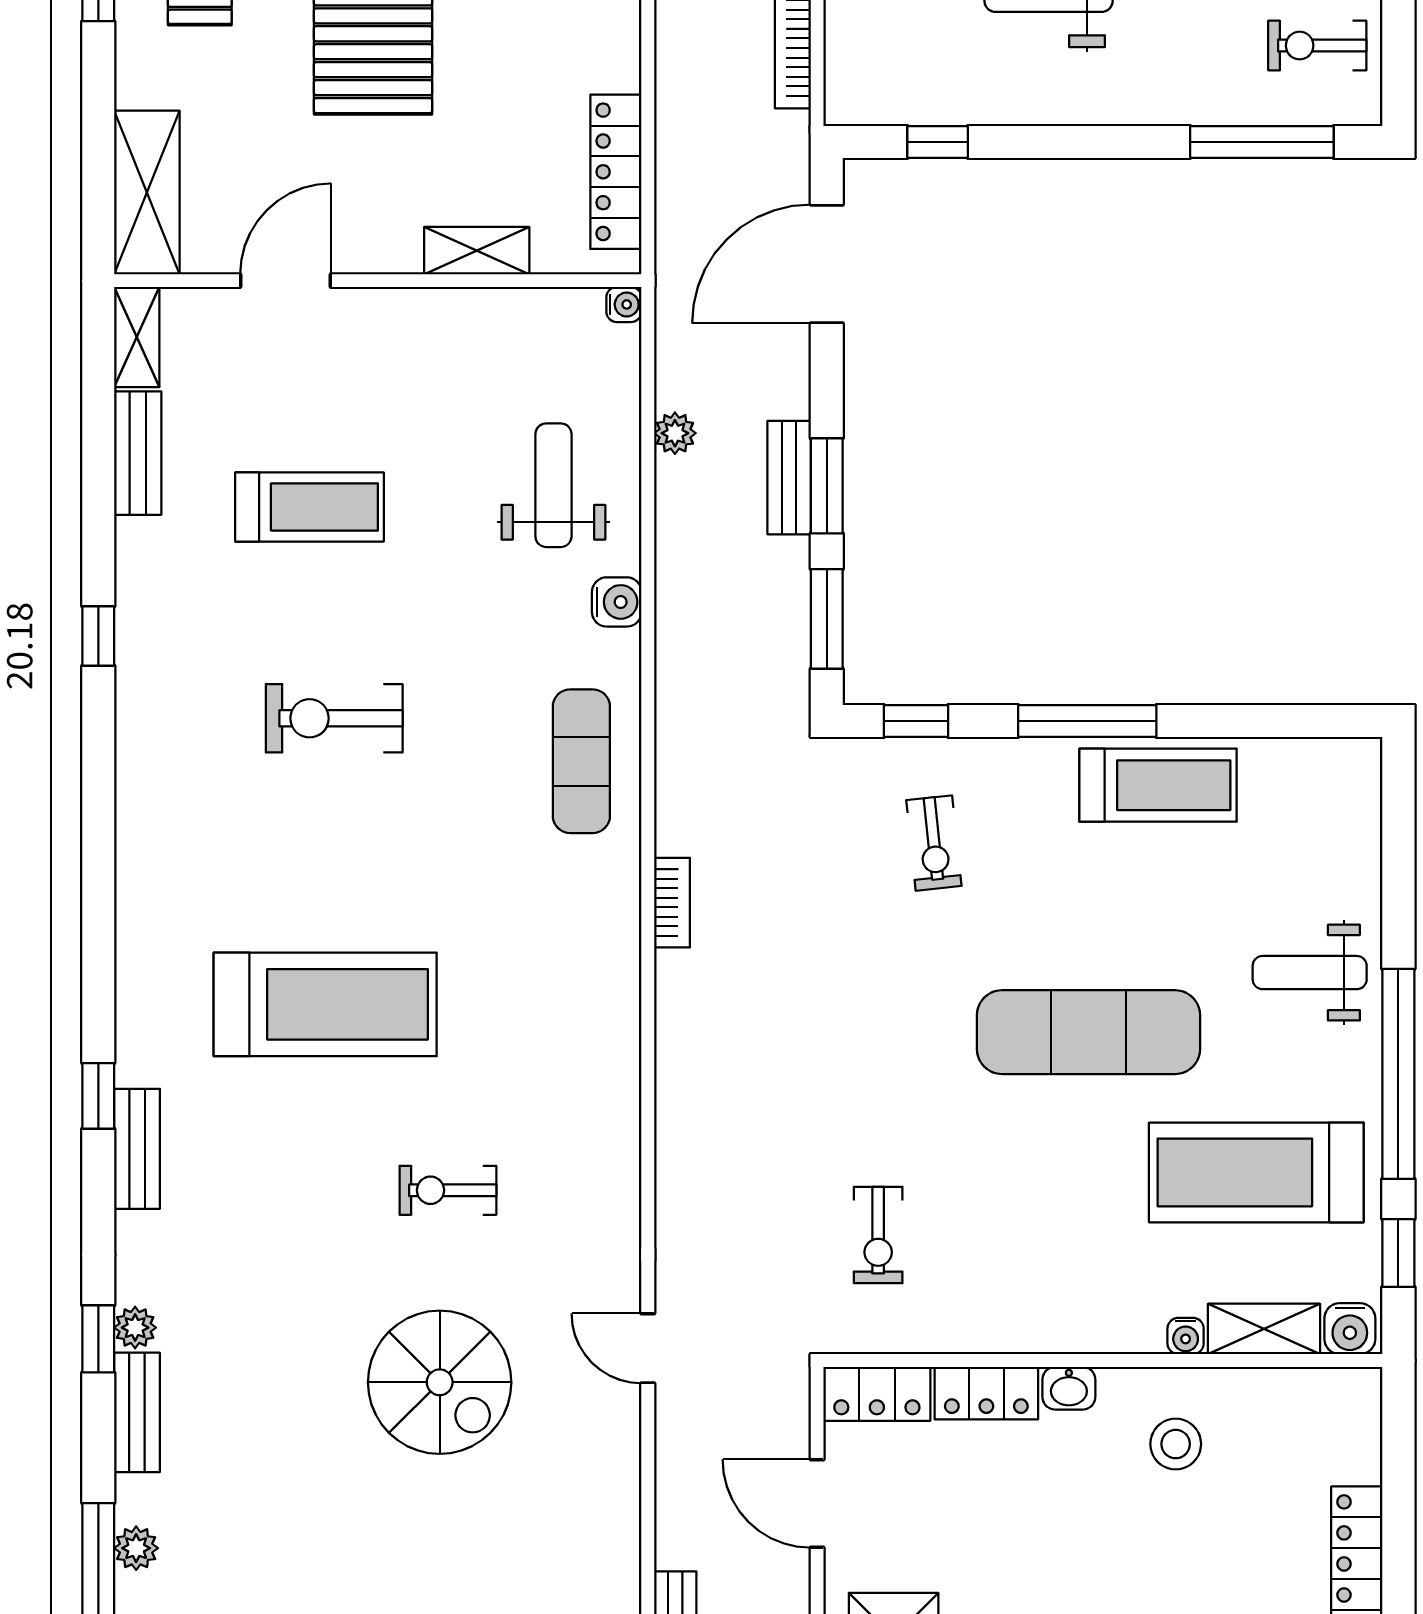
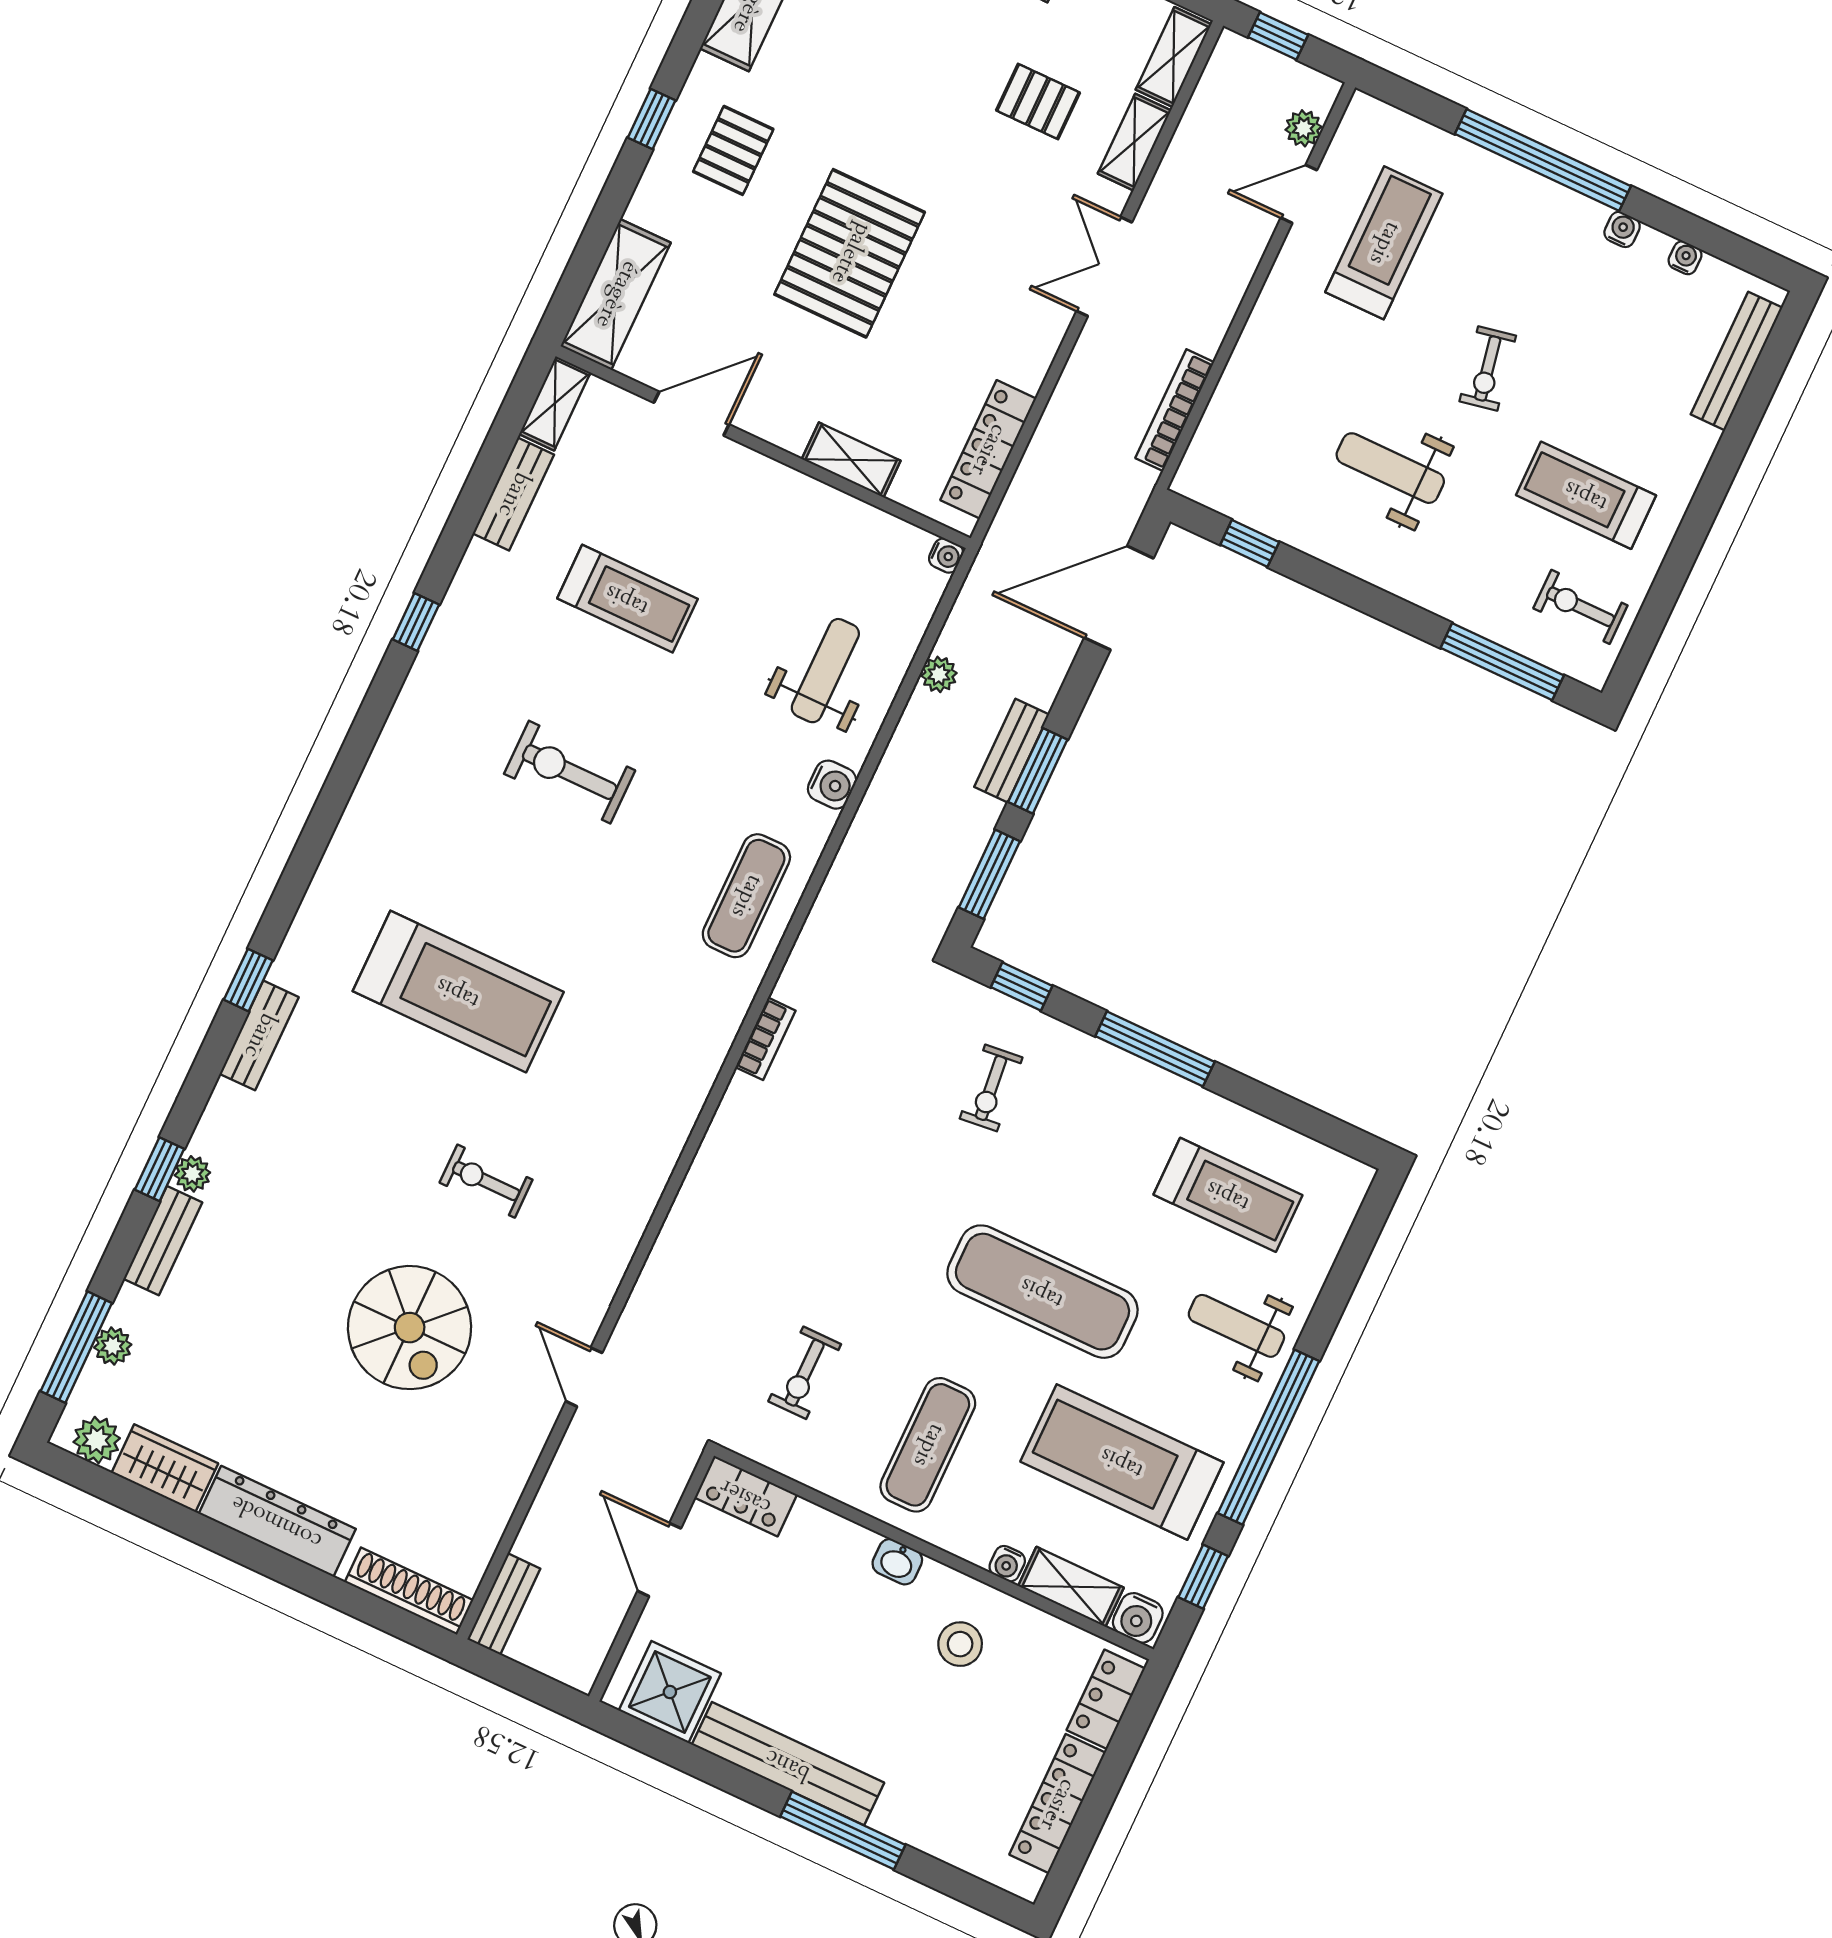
treadmill: (1158, 785) -> (1228, 1195), moved
exercise mat: (1043, 1250) -> (928, 1445), added
locker: (986, 1393) -> (1106, 1699), moved, turned 90

